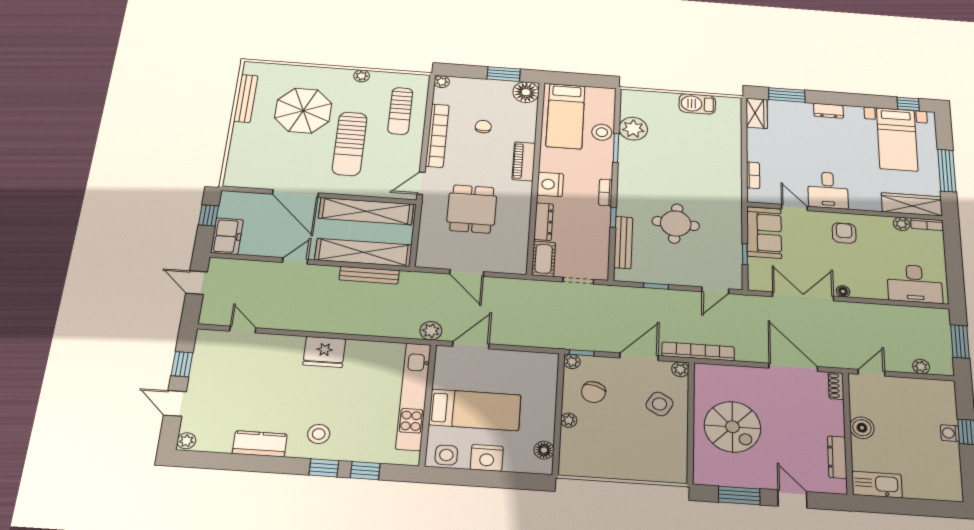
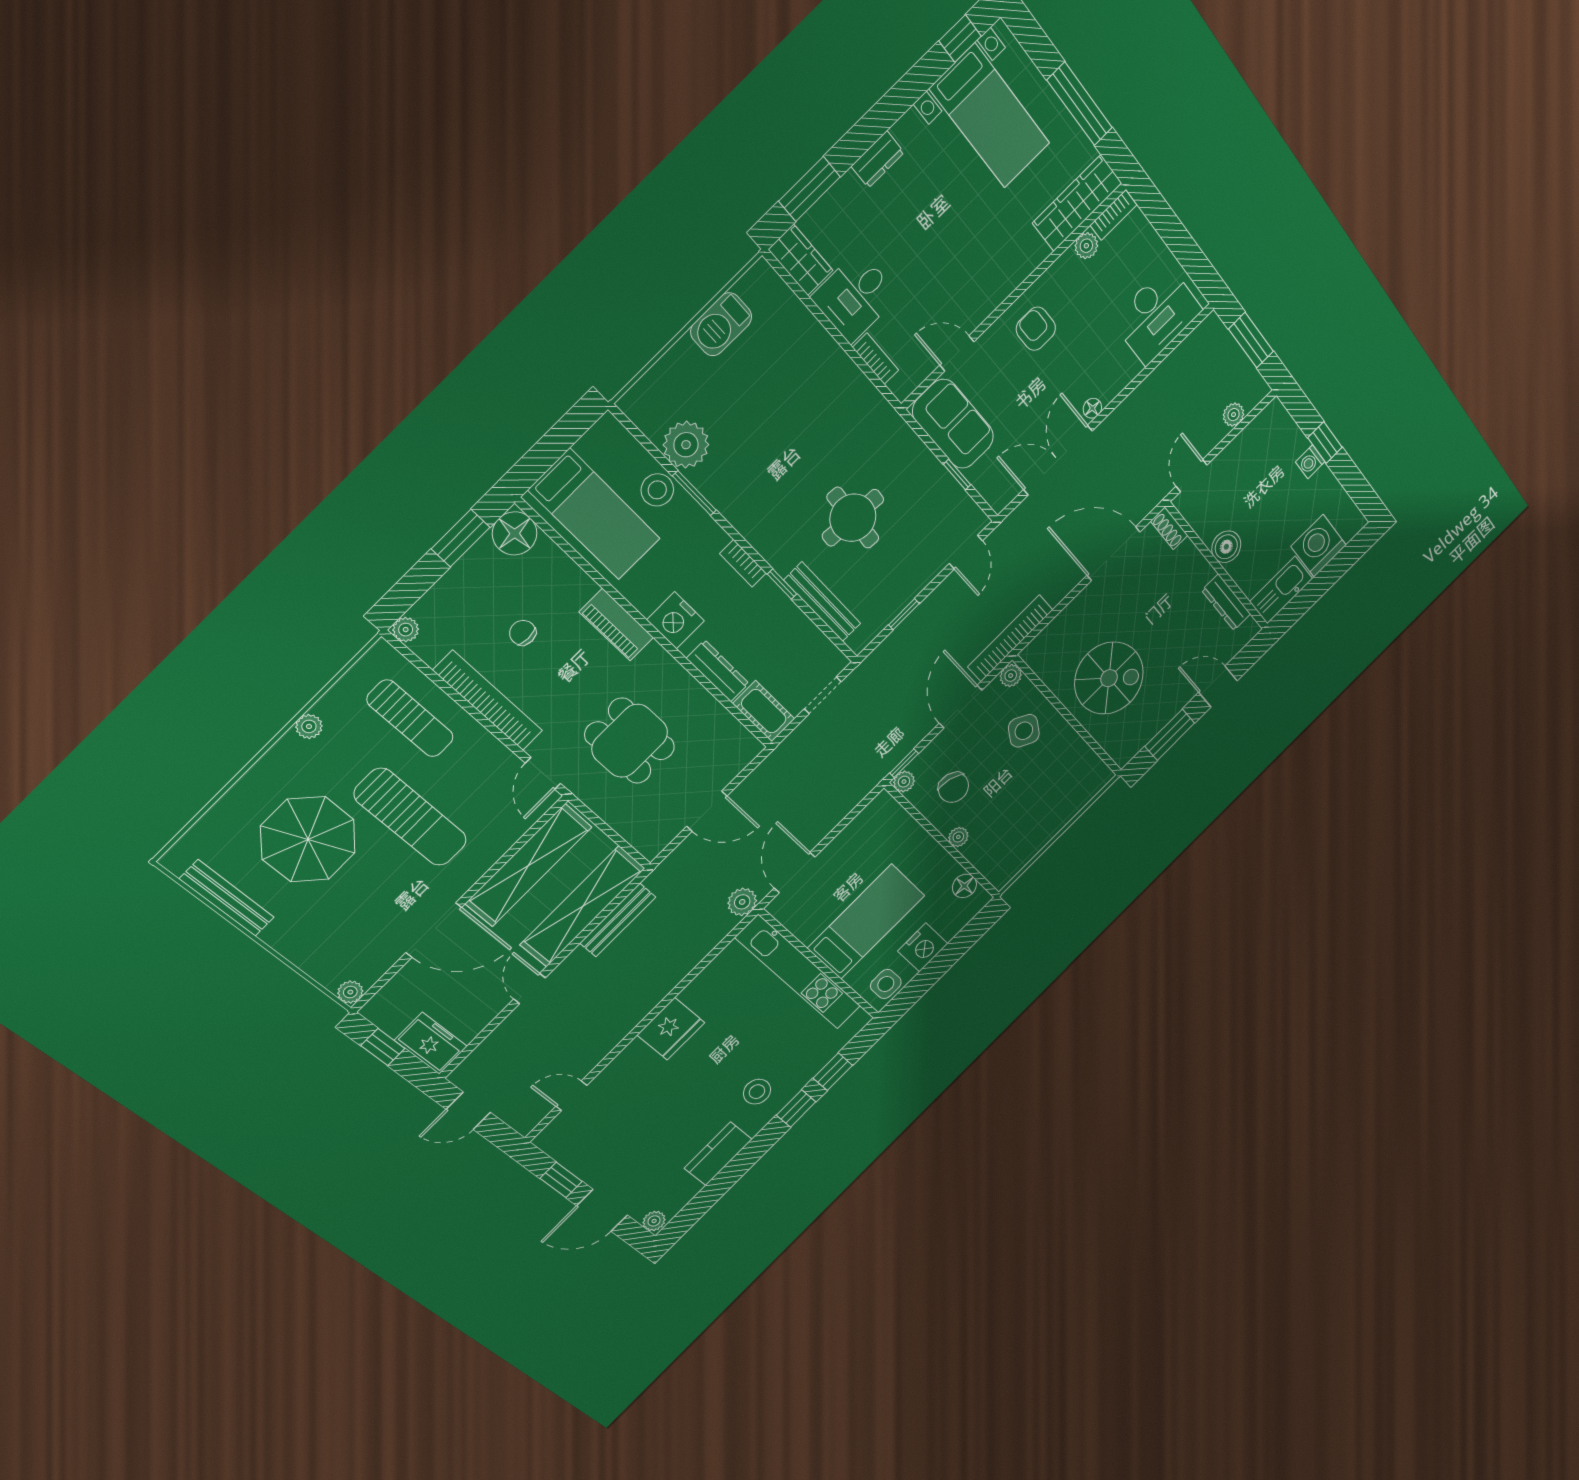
plant: (231, 180) -> (350, 992), added
desk: (828, 190) -> (855, 297), moved, turned 90
door: (175, 403) -> (602, 1210), width x1.38
washing machine: (920, 483) -> (1319, 546), added

